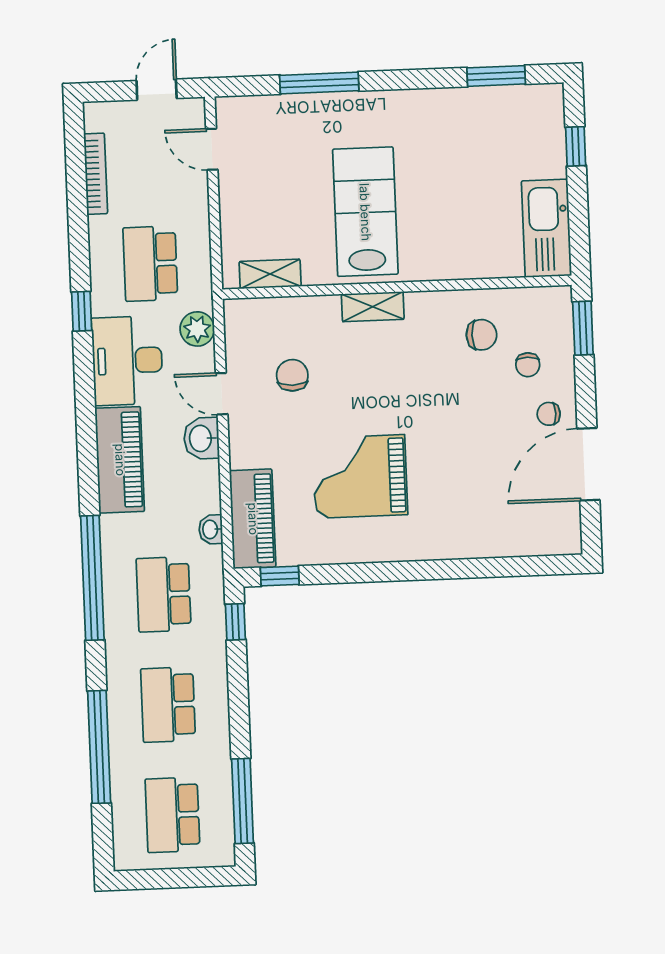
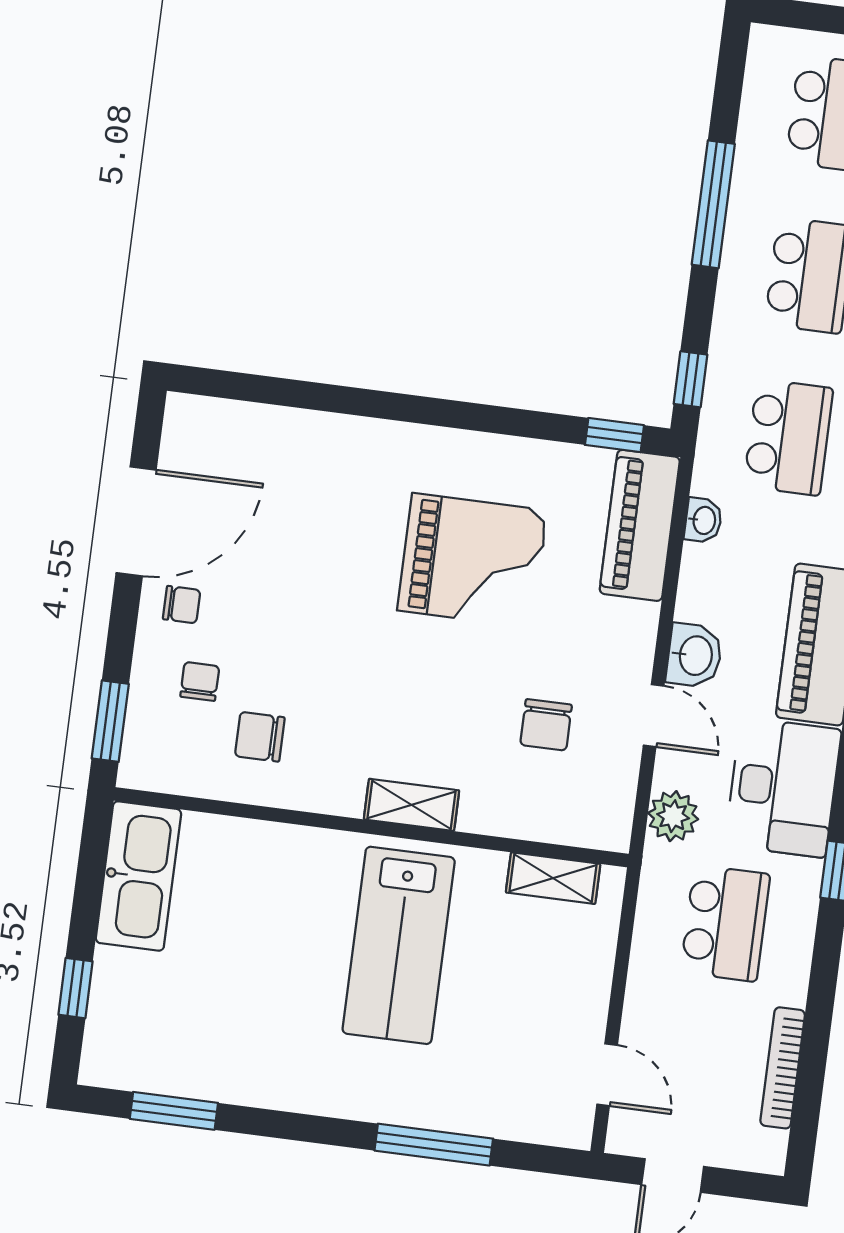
window: (243, 801) -> (713, 204), moved

